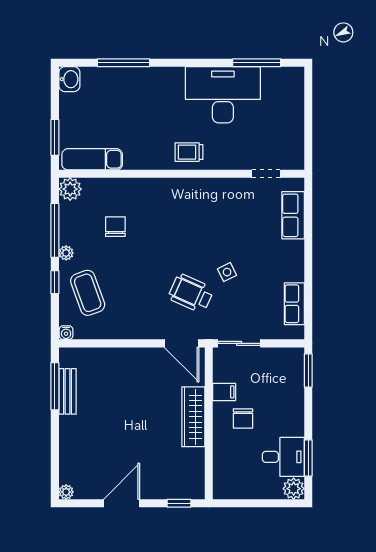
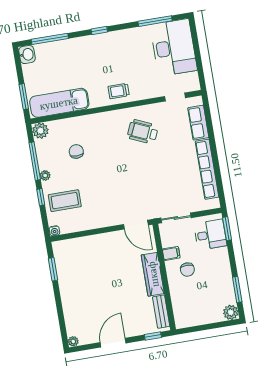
window: (124, 63) -> (50, 39), moved
window: (176, 63) -> (99, 31), added
desk: (223, 95) -> (174, 48), moved, turned 90
exam couch: (92, 159) -> (59, 103), width x1.36, depth x1.45
side table: (227, 272) -> (159, 170), removed
coffee table: (88, 293) -> (65, 201), turned -70
wheelchair: (191, 293) -> (143, 132), moved
row of seats: (294, 304) -> (207, 169), width x2.02
window: (55, 386) -> (53, 269), width x0.69
bench: (67, 391) -> (161, 312), moved
desk: (283, 457) -> (210, 235), moved

